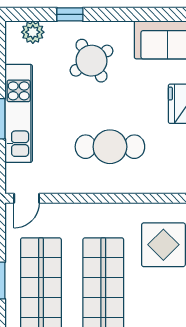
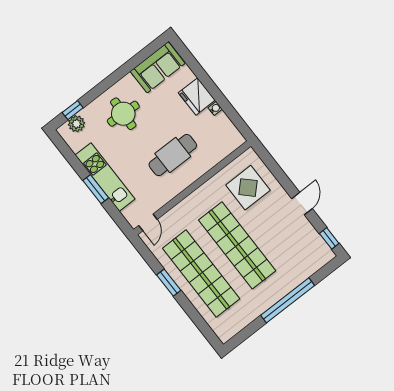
window: (70, 14) -> (73, 110), moved
round table: (91, 61) -> (123, 114), turned 35

